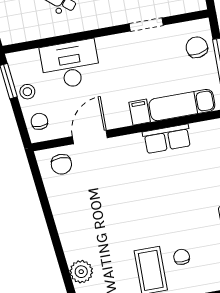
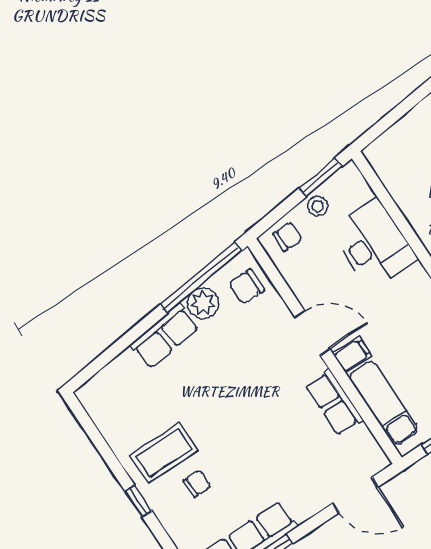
door: (90, 137) -> (313, 333), moved
window: (42, 193) -> (201, 278), added
row of seats: (71, 235) -> (164, 336), added
plant: (81, 272) -> (203, 303), moved

